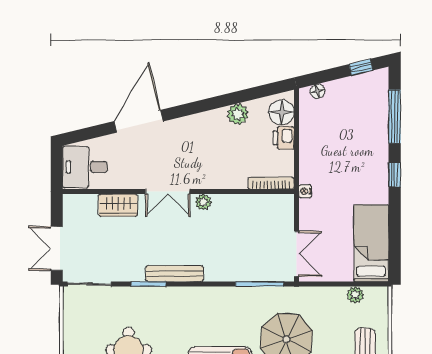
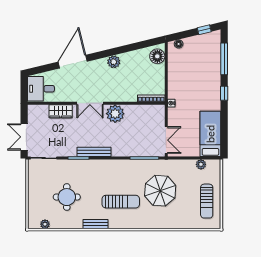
plant: (238, 114) -> (114, 62), moved
printer: (284, 138) -> (159, 72), removed
plant: (203, 202) -> (115, 114), width x1.88, depth x1.88

